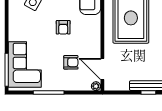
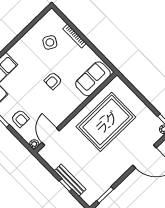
armchair: (71, 62) -> (20, 119), moved

